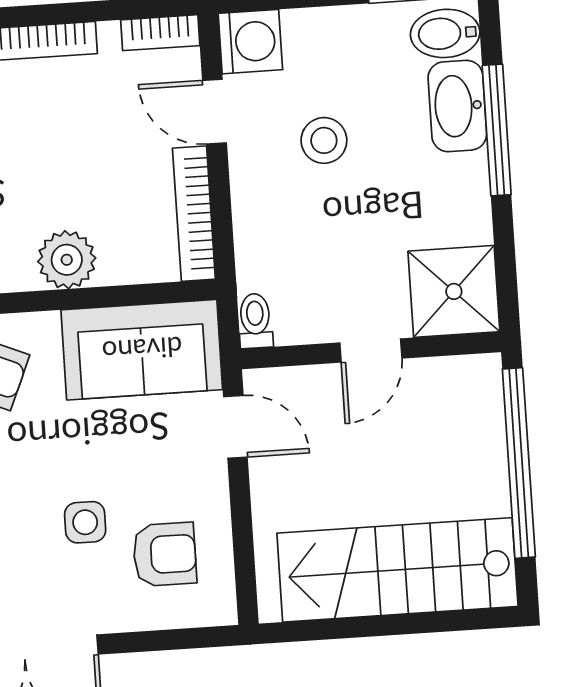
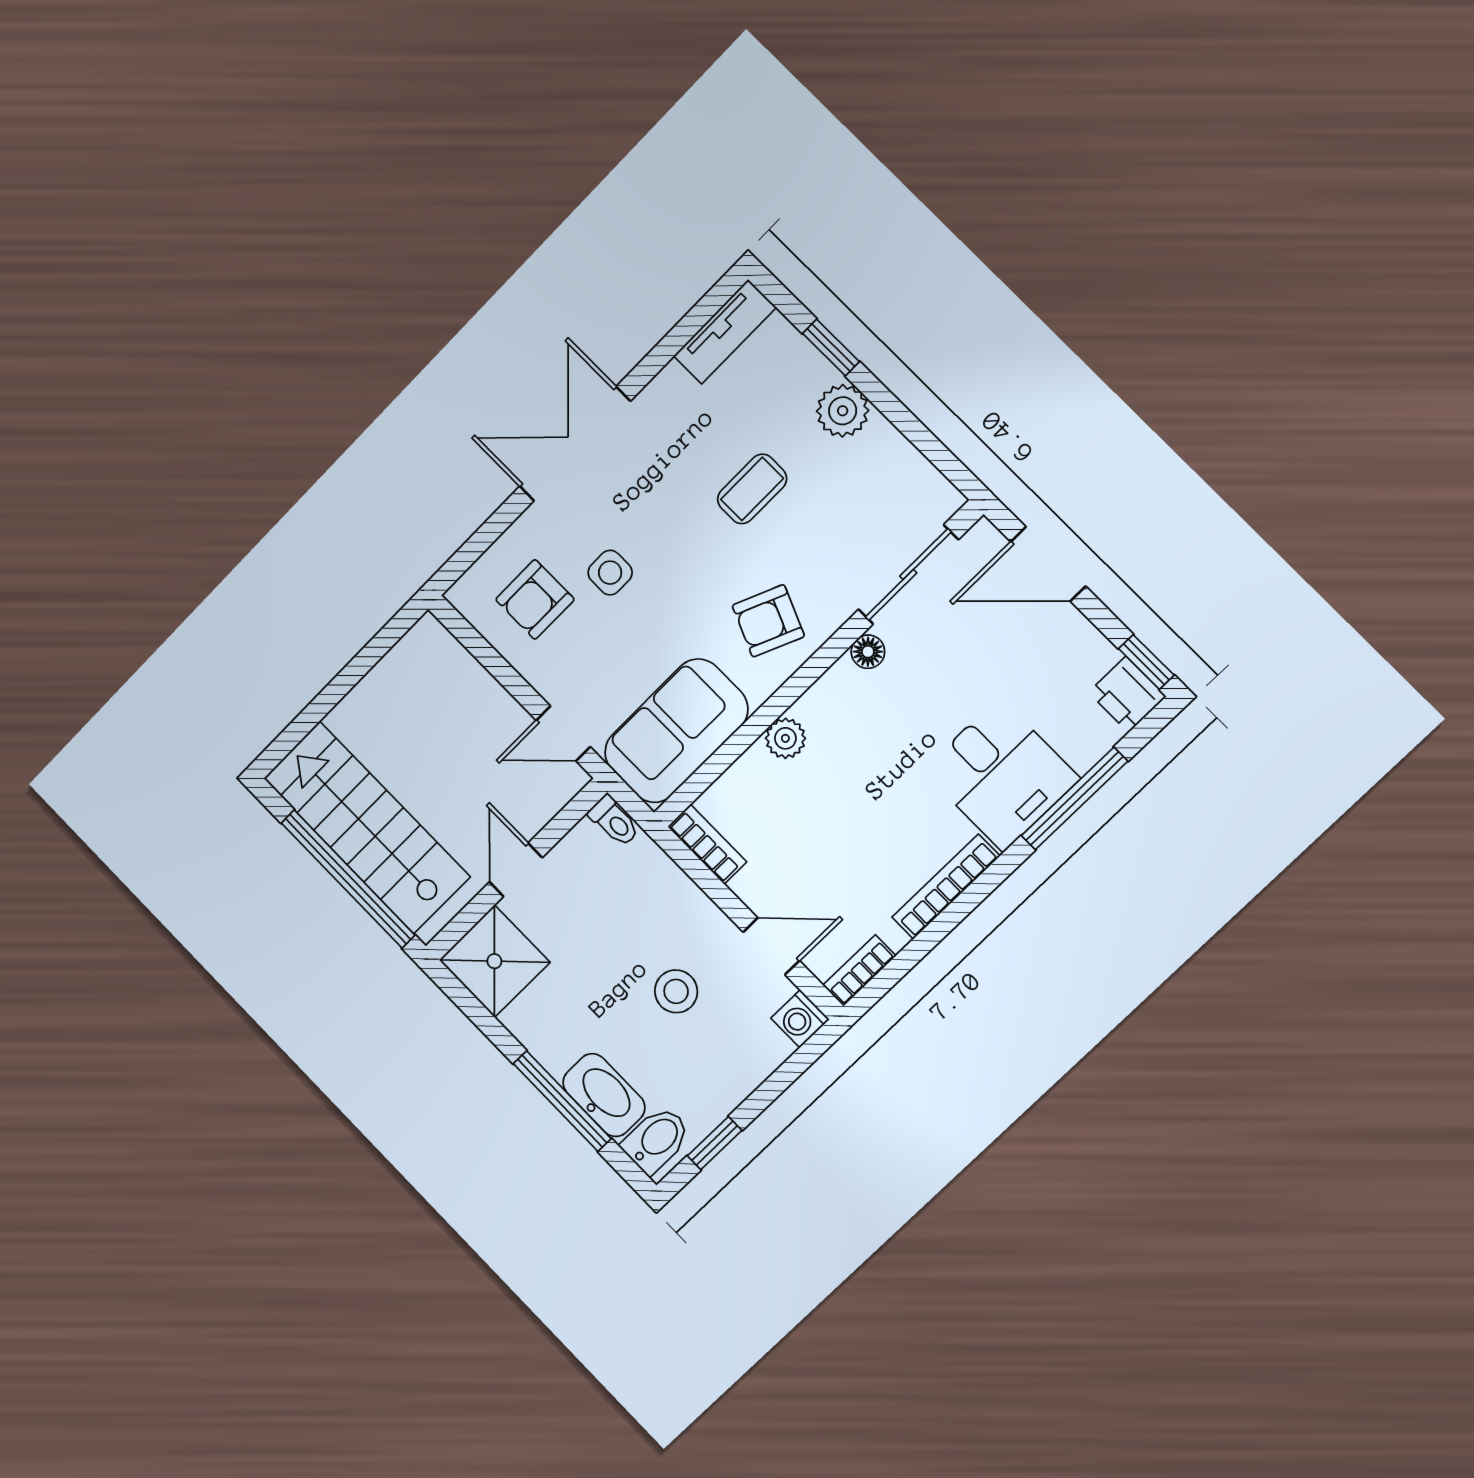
washing machine: (250, 42) -> (800, 1019), width x0.73, depth x0.73
bookcase: (194, 214) -> (707, 844), width x0.64
plant: (67, 260) -> (785, 738), width x0.73, depth x0.73
stairs: (397, 570) -> (367, 827), moved, turned -90

